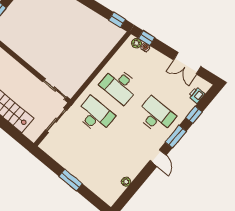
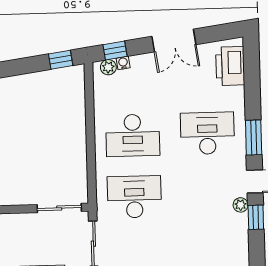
double door: (187, 63) -> (174, 41), moved
printer: (197, 95) -> (230, 66), width x1.87, depth x1.48
window: (194, 115) -> (256, 217), moved
plant: (126, 182) -> (241, 205), moved

